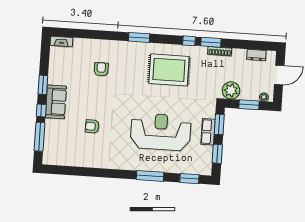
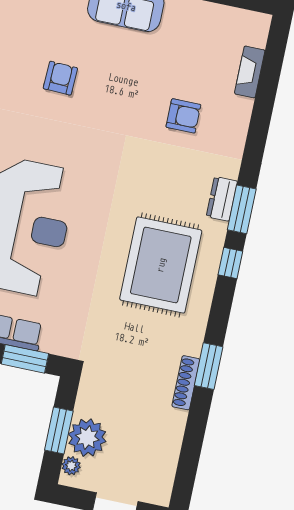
fireplace: (61, 41) -> (250, 72), moved
window: (189, 41) -> (230, 263), moved
dresser: (256, 55) -> (222, 199), moved
plant: (231, 90) -> (87, 438), moved

